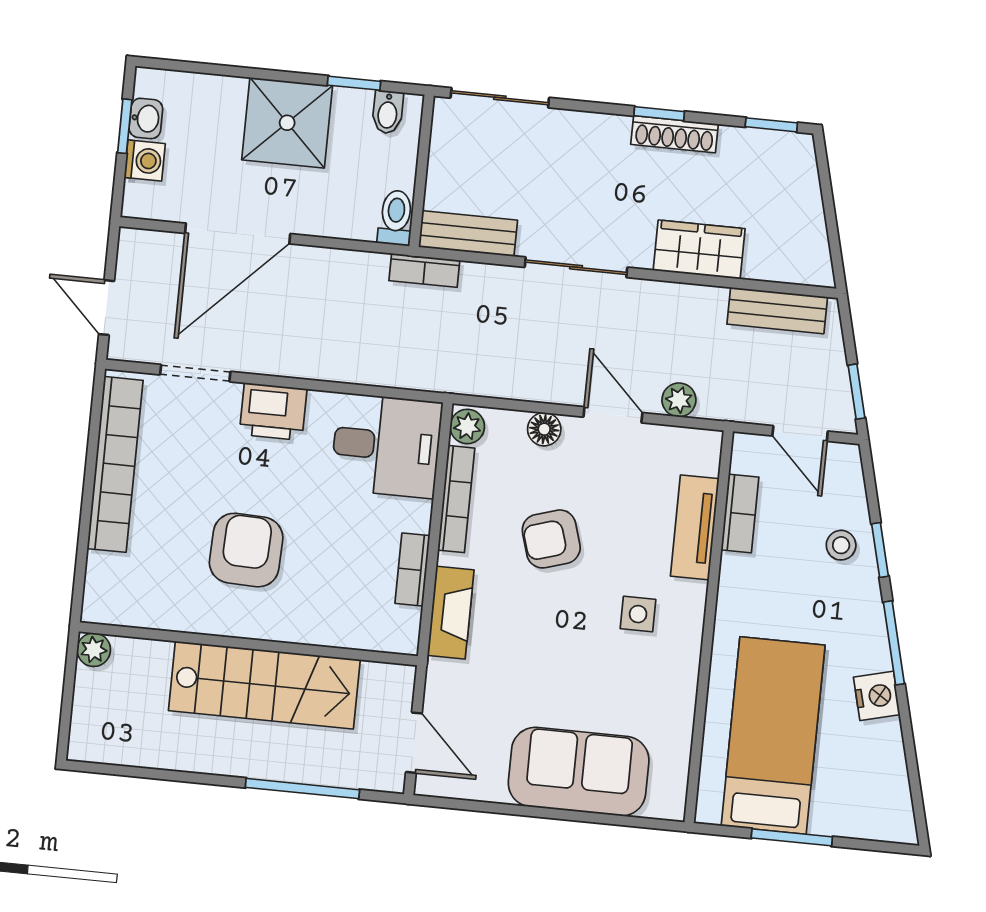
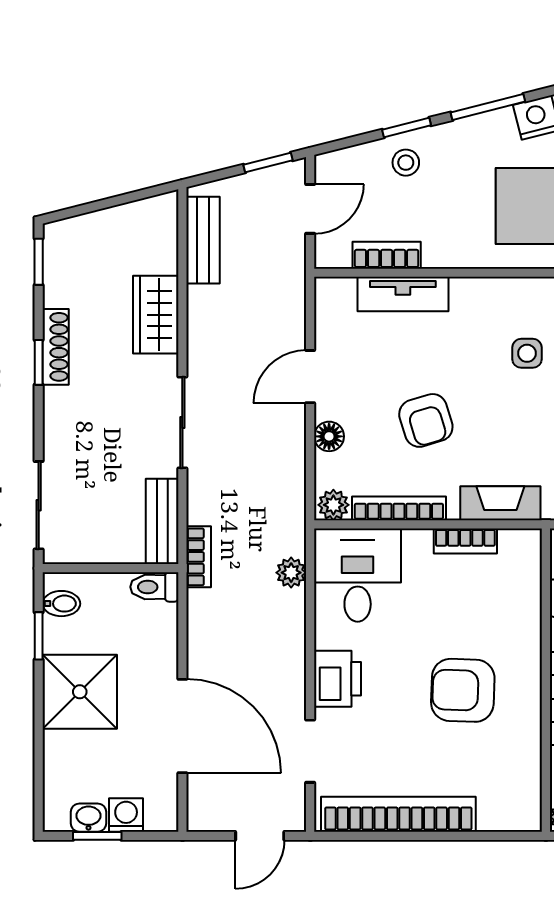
plant: (679, 400) -> (291, 573), moved
side table: (638, 614) -> (527, 353), moved

